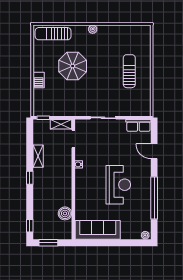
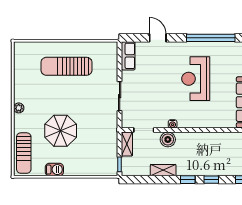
sun lounger: (129, 71) -> (66, 66), width x1.36, depth x1.34
barbecue: (39, 80) -> (54, 170), moved
door: (154, 151) -> (158, 38), swing flipped
reception desk: (118, 185) -> (196, 79), turned -90
window: (30, 198) -> (211, 180), added
boiler: (65, 213) -> (168, 139), moved

